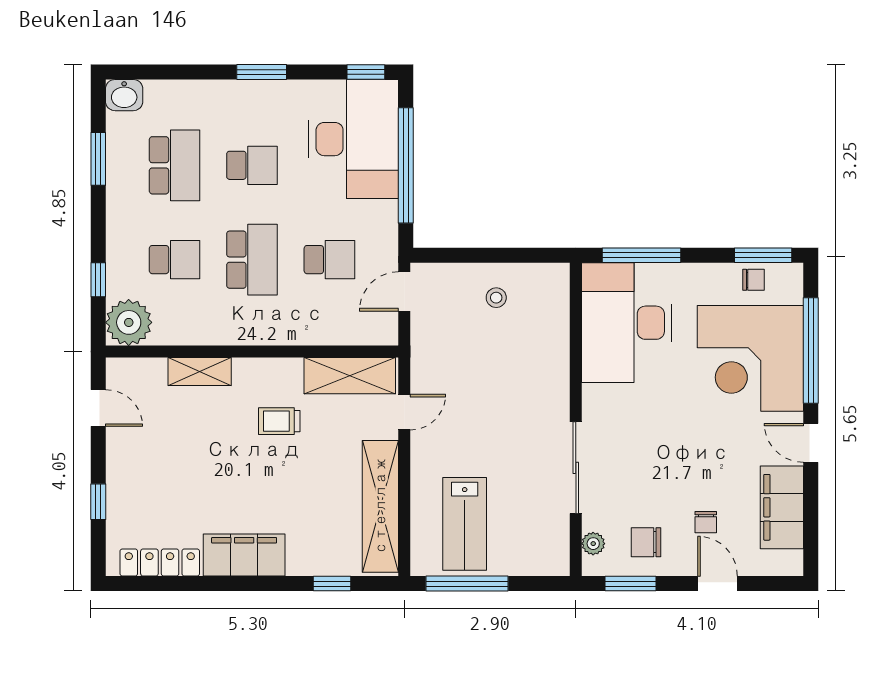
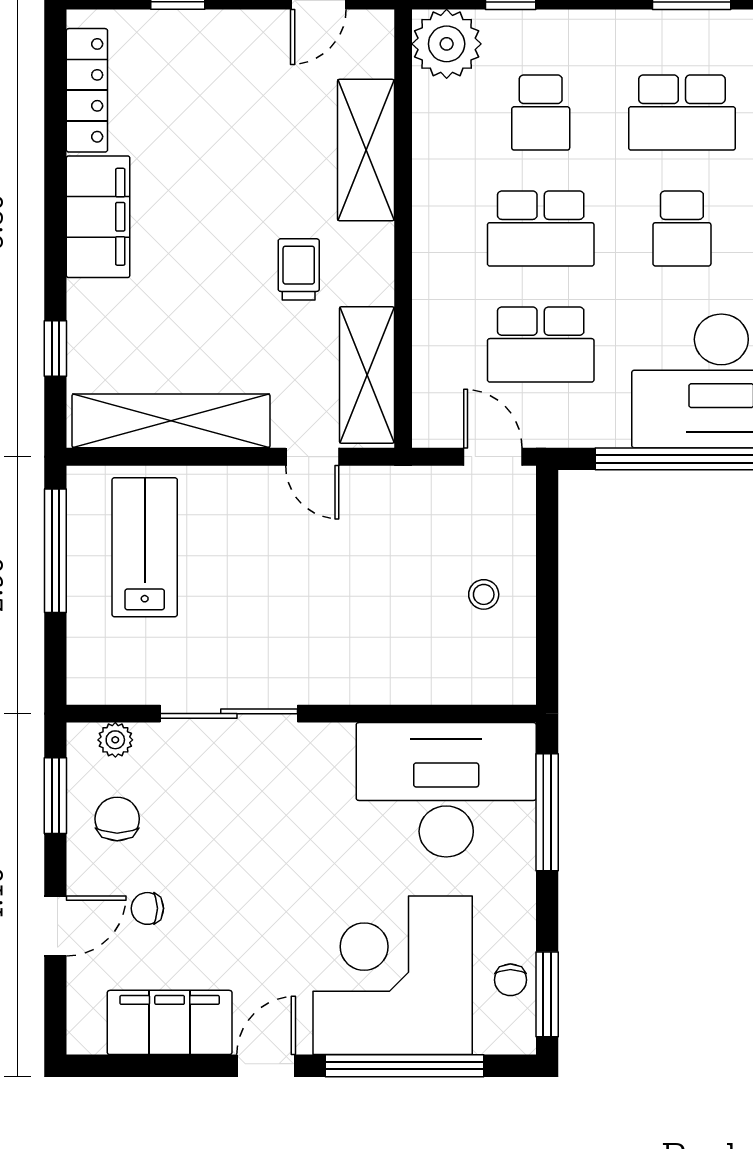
school desk: (329, 260) -> (541, 344), width x1.85
shelving: (200, 372) -> (366, 150), width x1.50, depth x1.33
lab bench: (465, 524) -> (145, 547), turned 90

